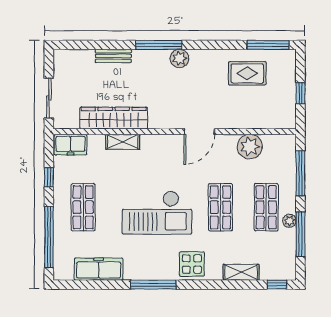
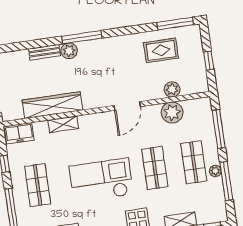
plant: (179, 58) -> (69, 51), moved
plant: (253, 120) -> (172, 89), added
checkout: (157, 213) -> (101, 180), turned 180

